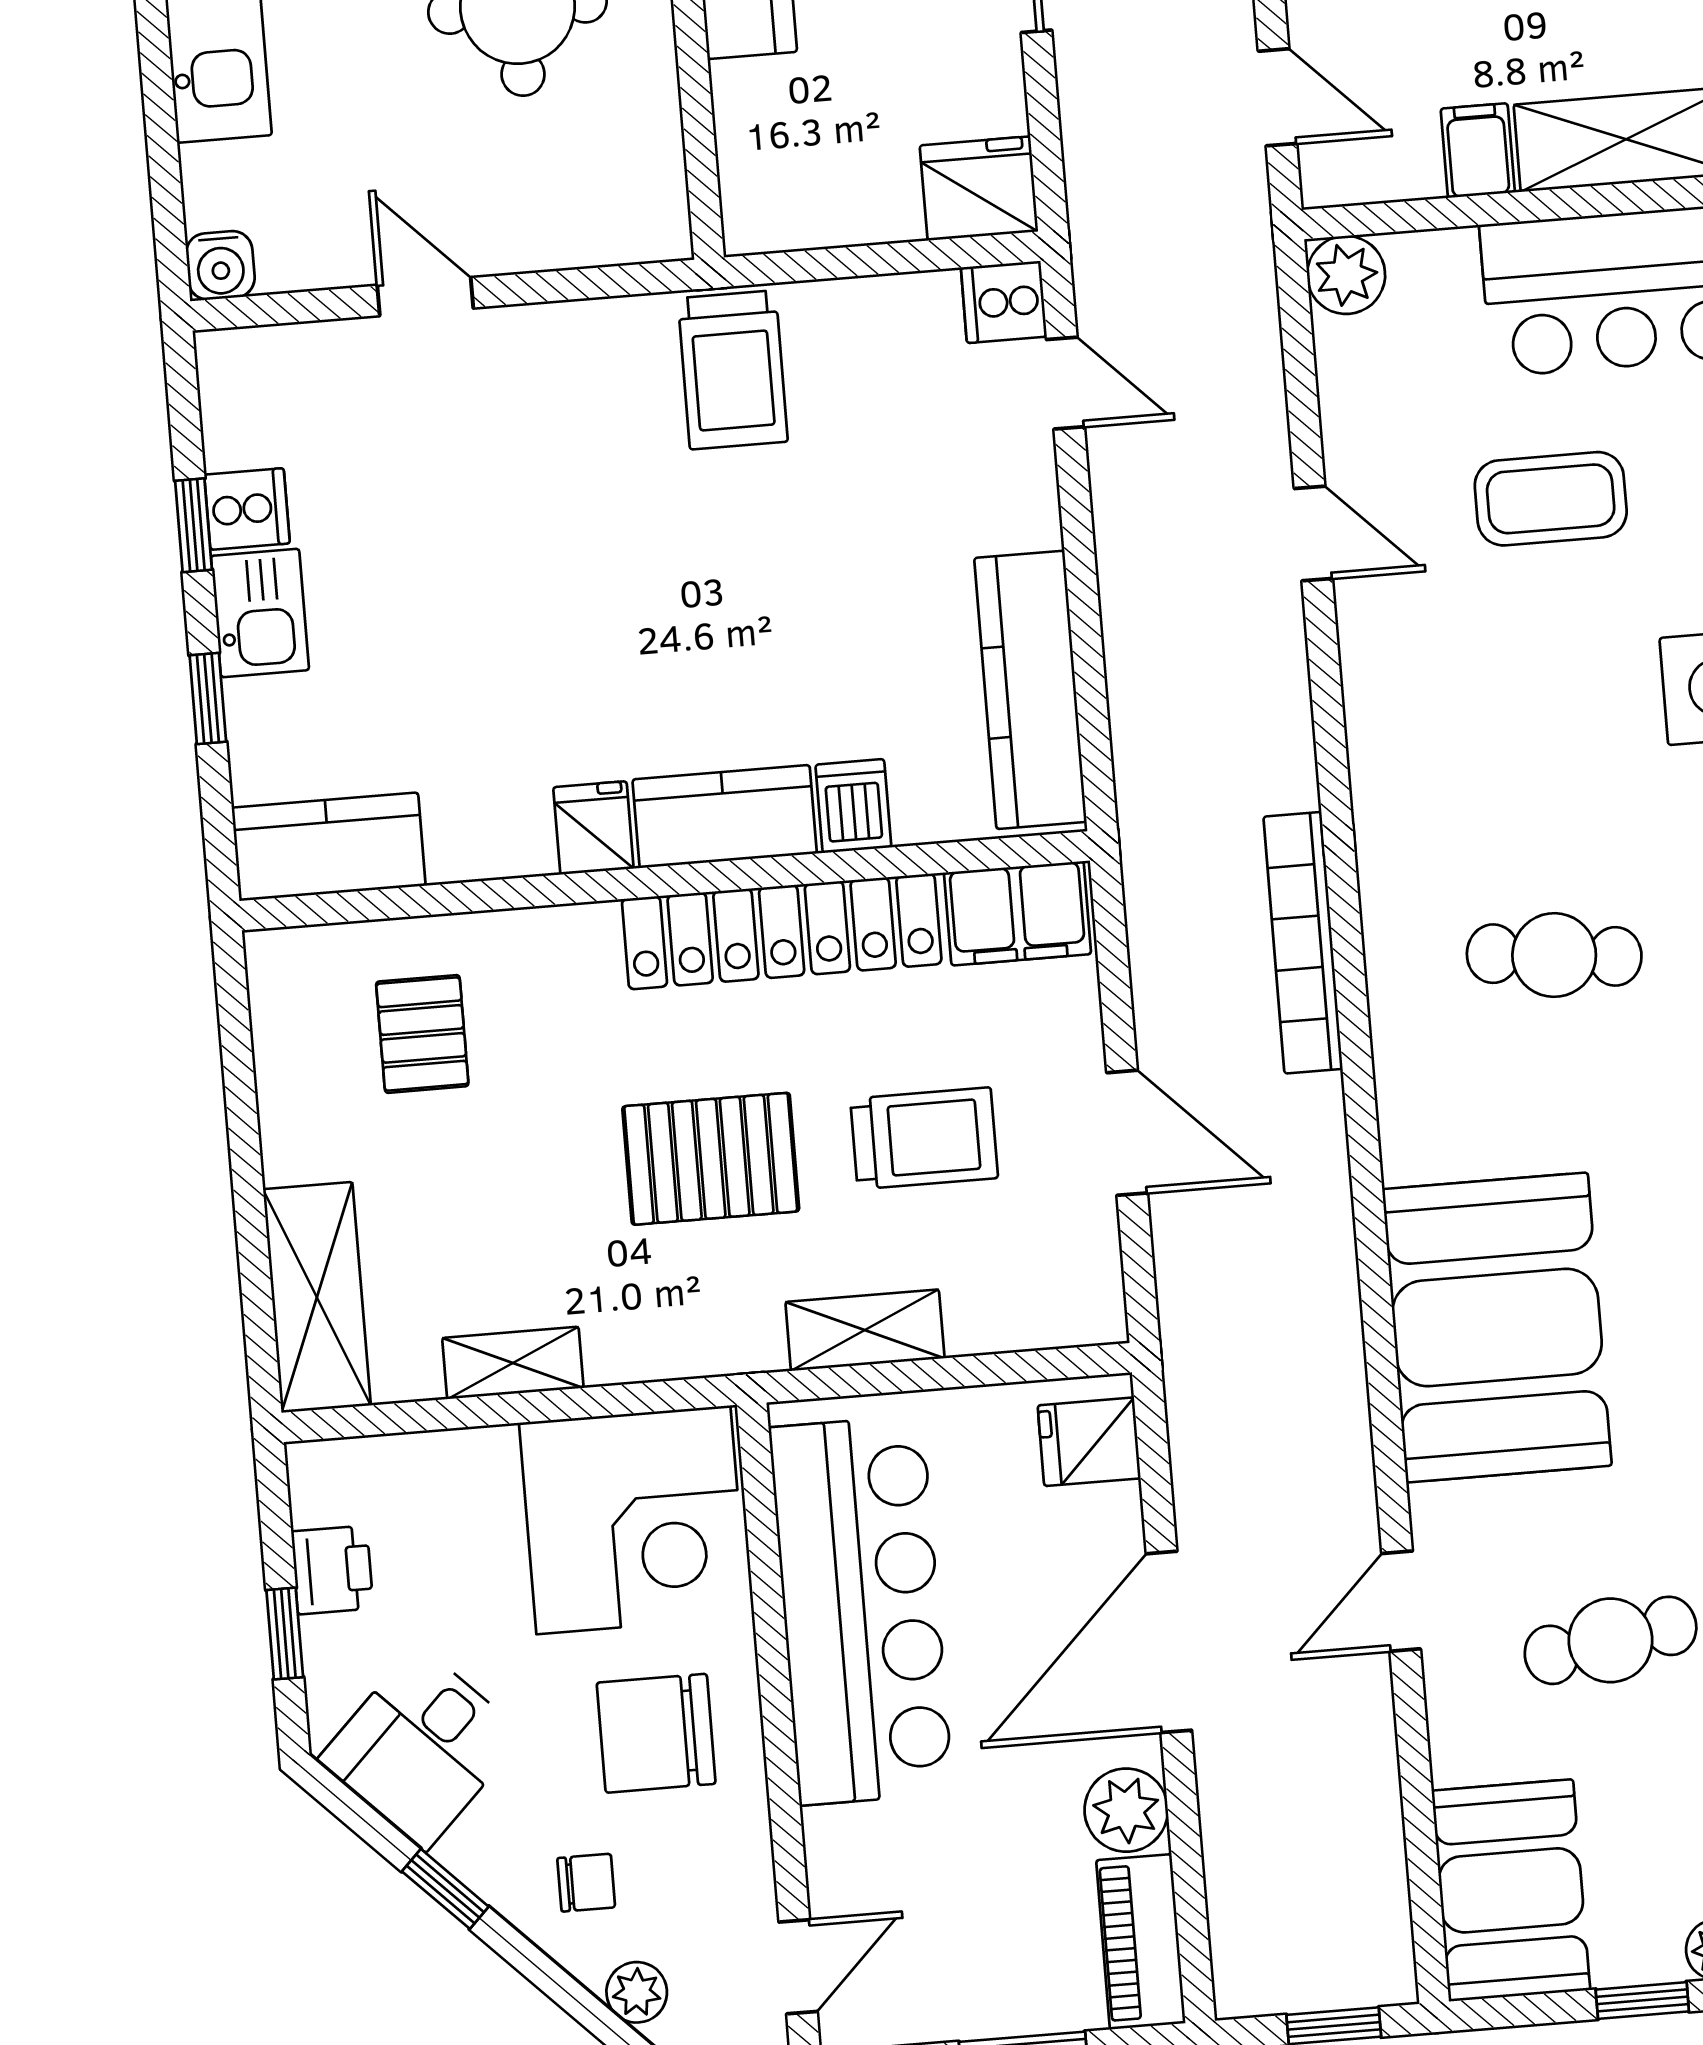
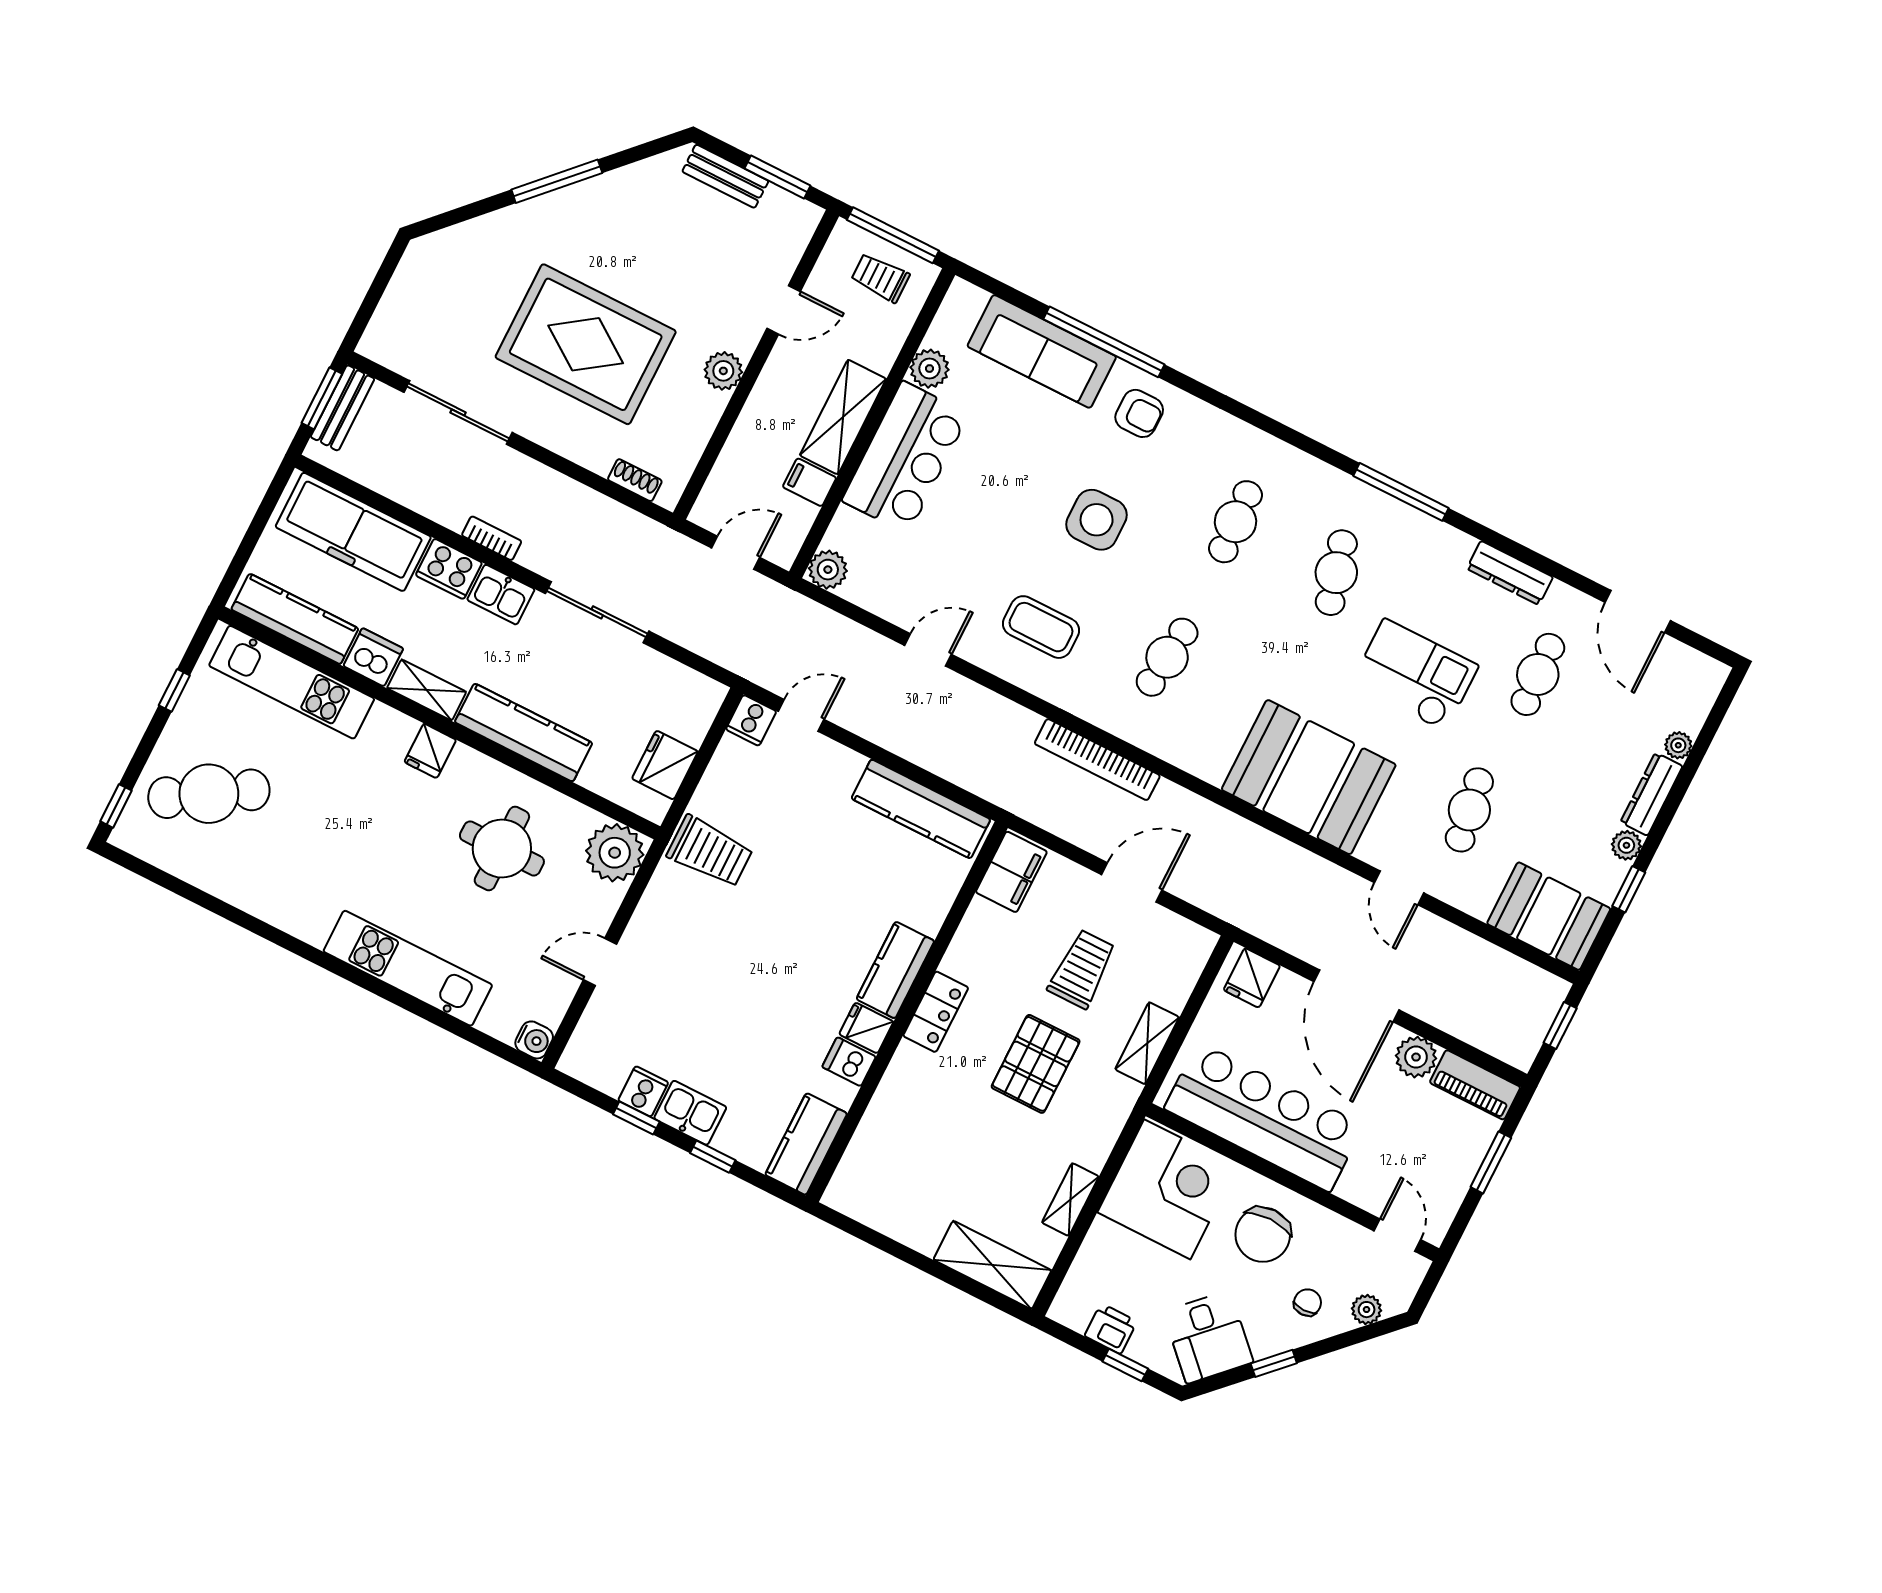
fridge: (979, 188) -> (665, 765), moved
plant: (630, 206) -> (615, 853), added
coffee table: (1551, 499) -> (1041, 627), moved, turned 90
dishwasher: (853, 806) -> (849, 1062), moved
locker: (782, 931) -> (936, 1012), width x0.46, depth x0.83
pallet: (422, 1034) -> (909, 1153), removed

